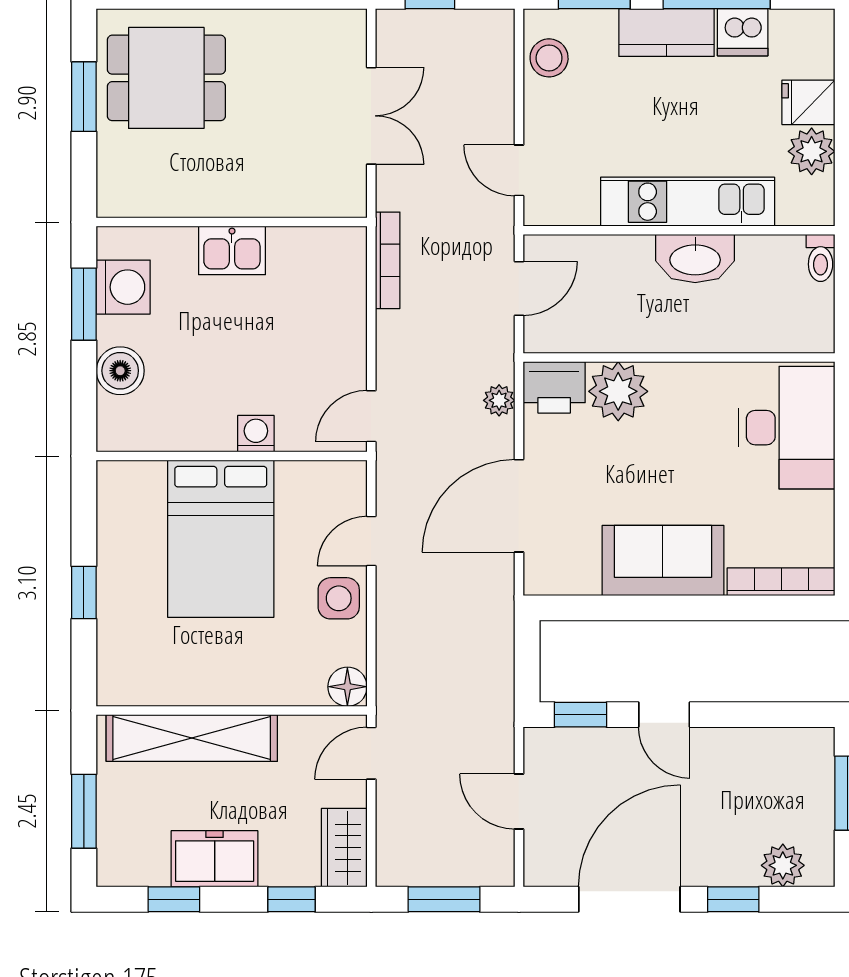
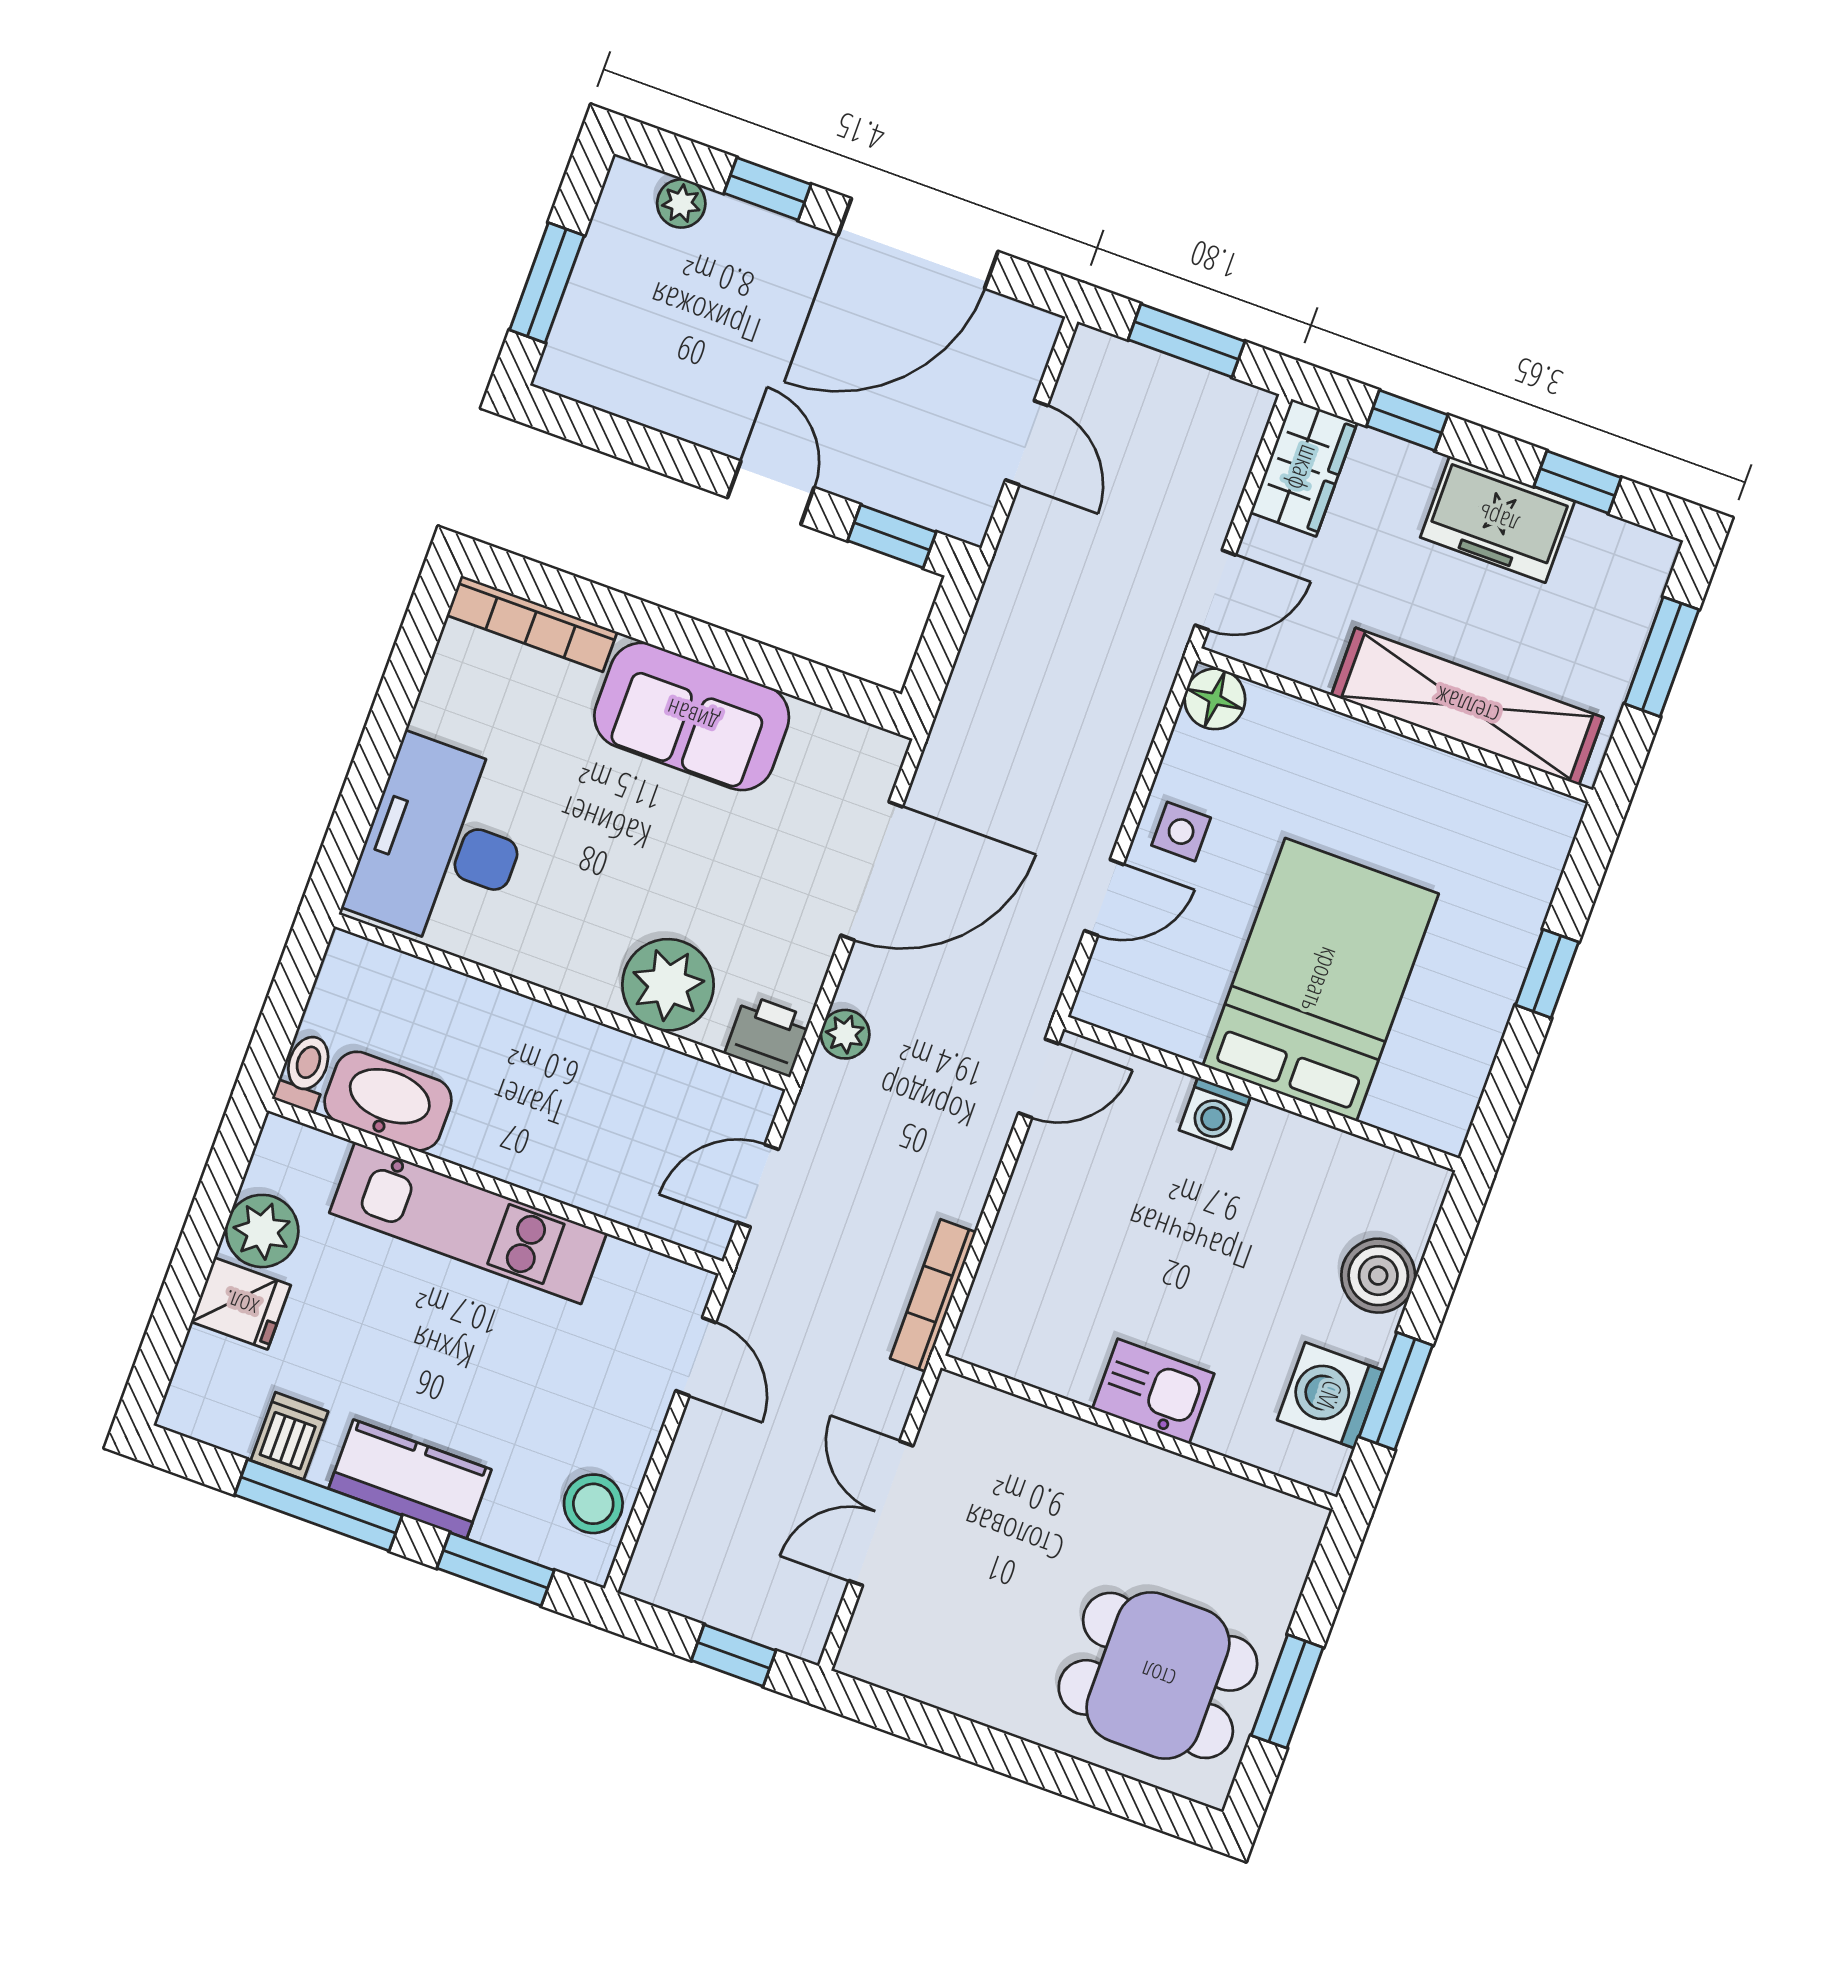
dishwasher: (743, 32) -> (289, 1436), width x0.73
washbasin: (695, 258) -> (388, 1101), moved
printer: (554, 387) -> (768, 1036), width x0.73, depth x0.81
side table: (339, 598) -> (1181, 832), width x0.73, depth x0.73
plant: (783, 865) -> (681, 203), width x0.73, depth x0.73

